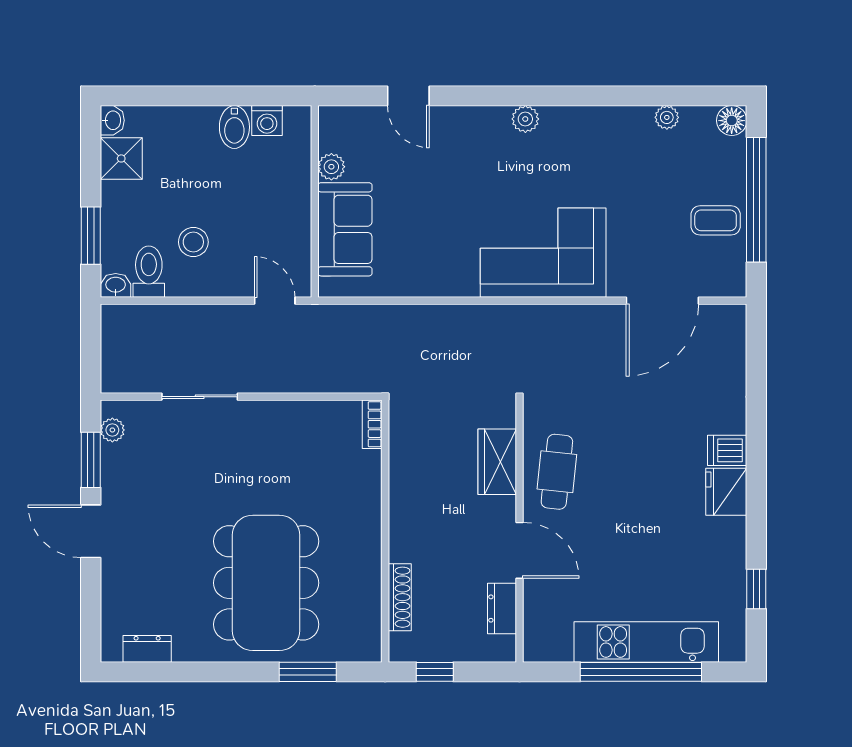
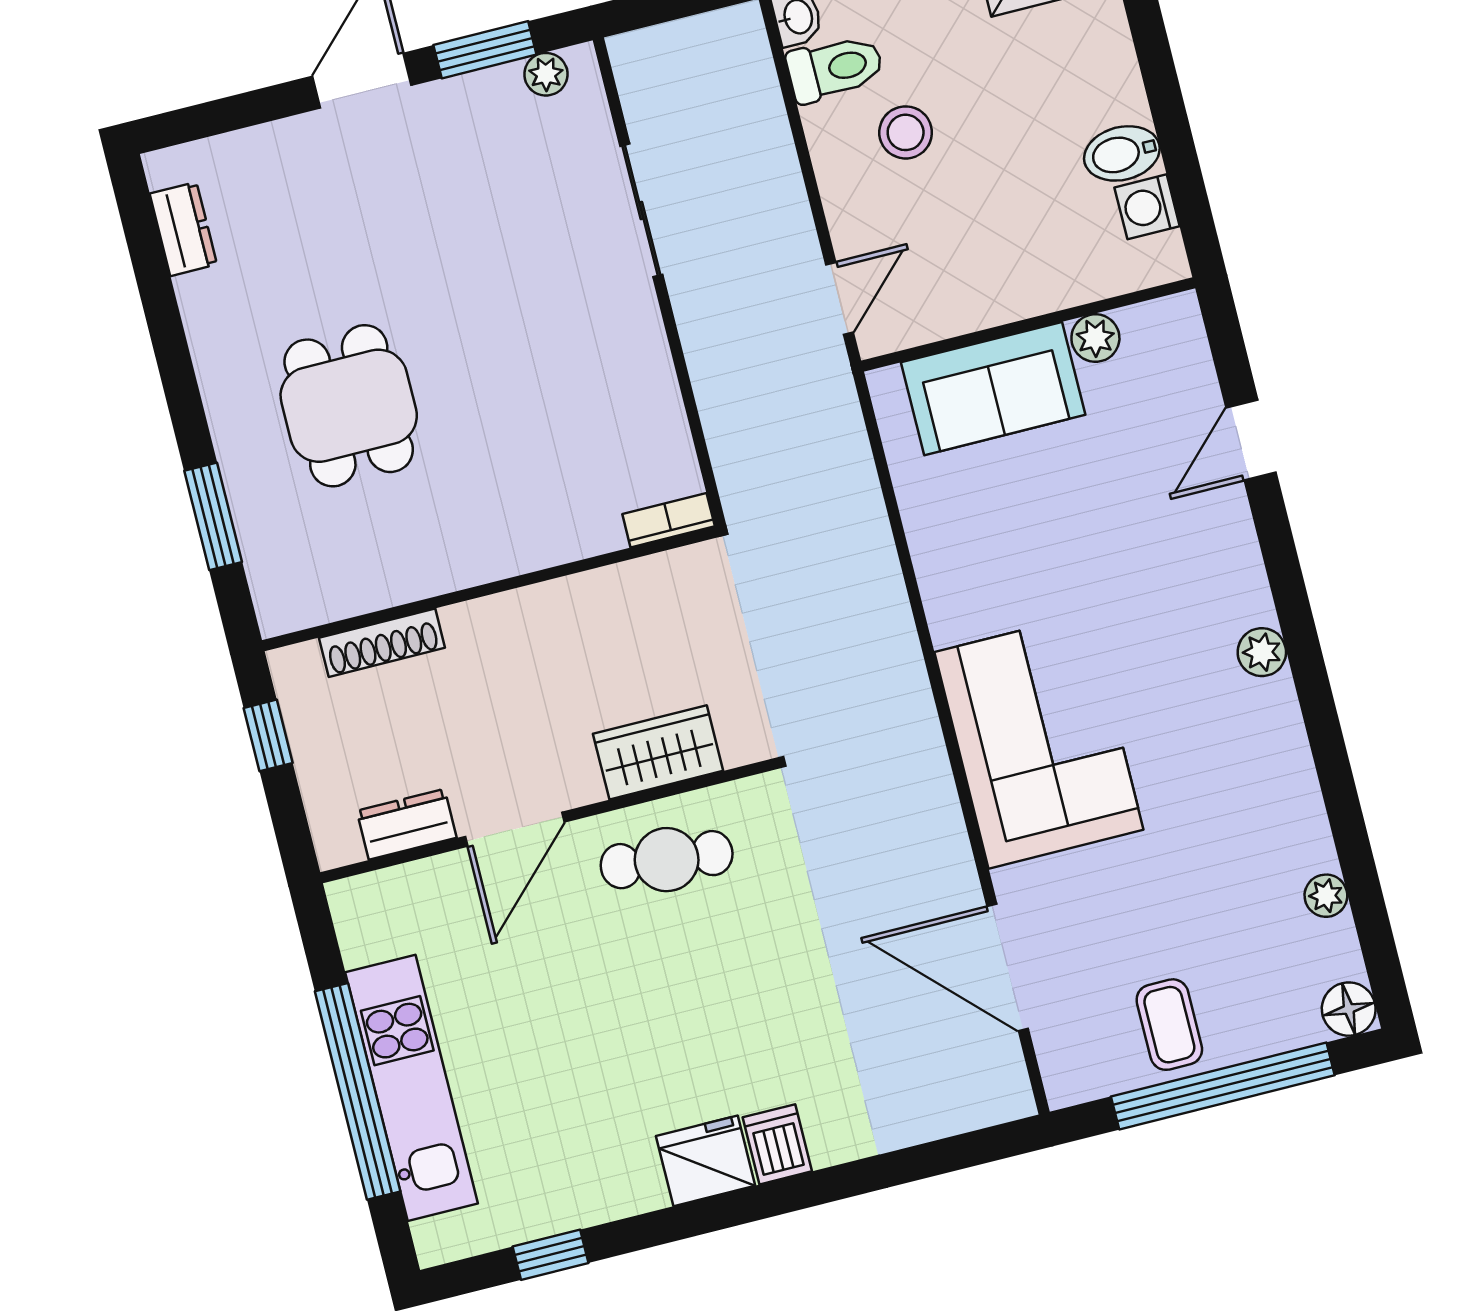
dining table: (266, 583) -> (349, 406), width x0.53, depth x0.80

